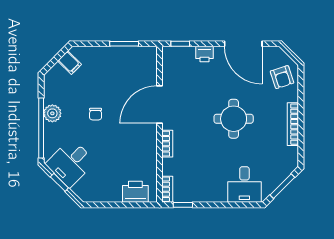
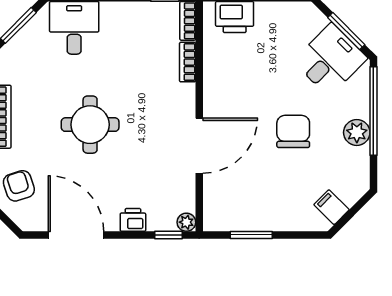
plant: (168, 52) -> (186, 222), added
chair: (96, 114) -> (293, 131), width x1.87, depth x1.87
bookcase: (167, 144) -> (188, 62), moved
window: (59, 182) -> (346, 31), width x1.50

